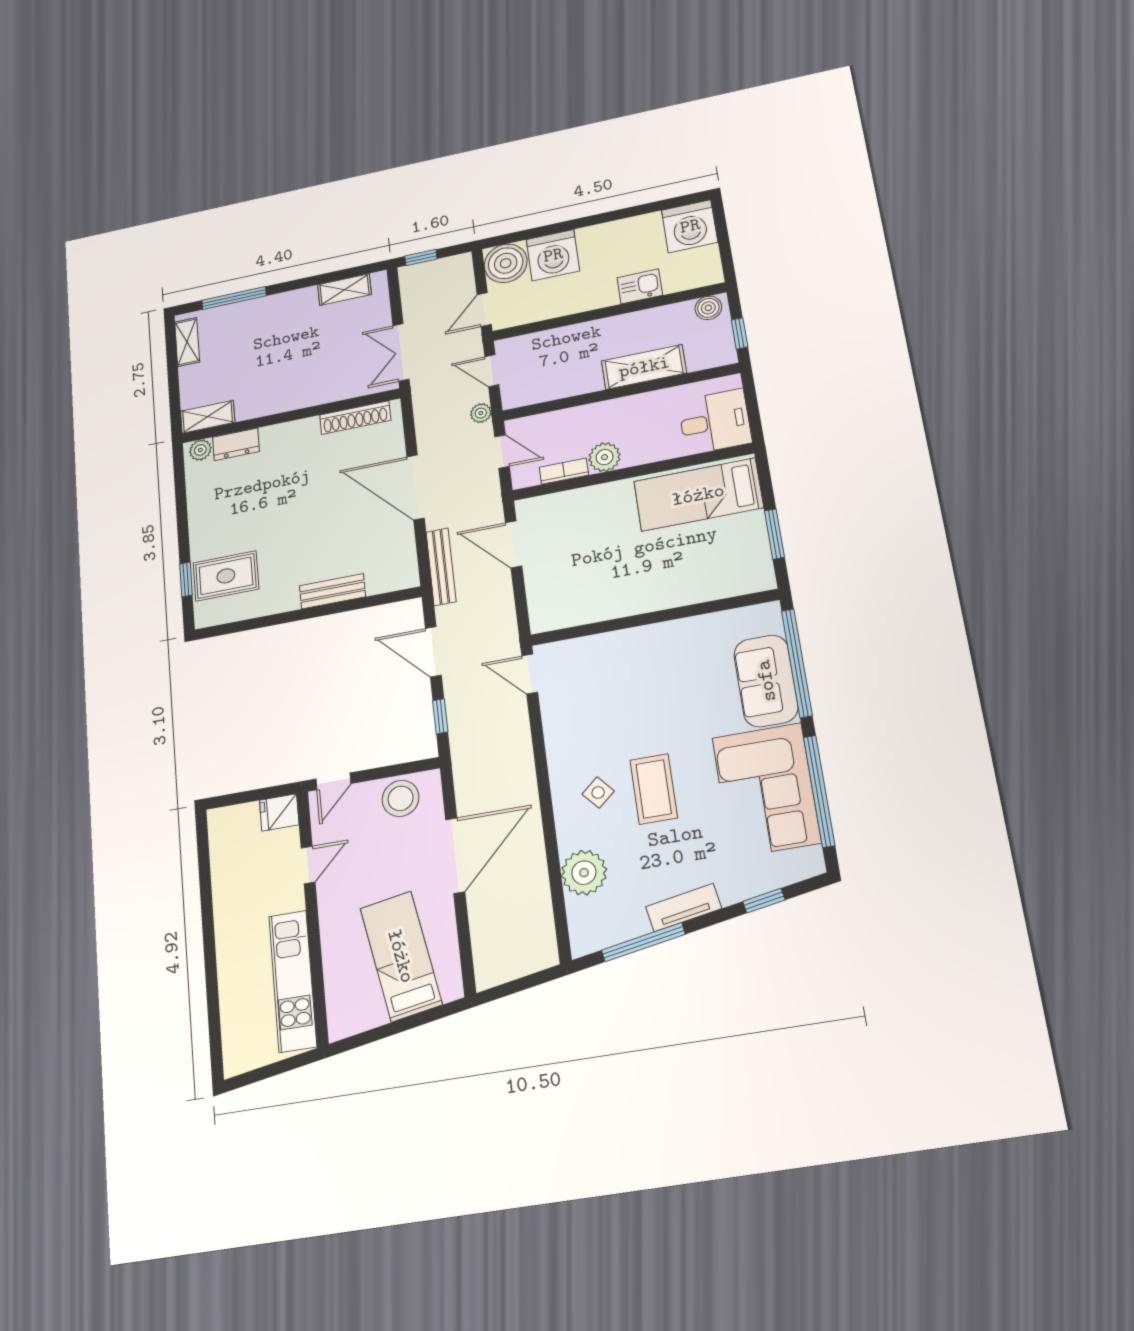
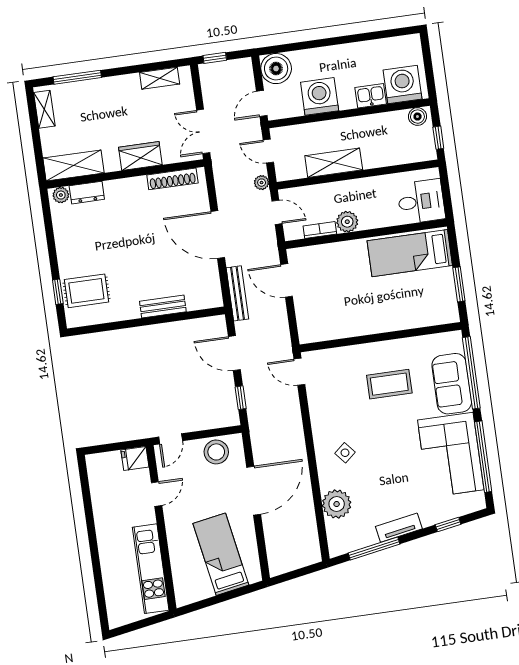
washing machine: (690, 226) -> (403, 84), moved, turned 180
washing machine: (553, 255) -> (320, 96), moved, turned 180
shelving: (644, 367) -> (334, 163), moved
wardrobe: (313, 391) -> (140, 156), added
shelving: (208, 417) -> (74, 165), width x1.50, depth x1.33
coffee table: (654, 789) -> (389, 384), moved, turned 90

